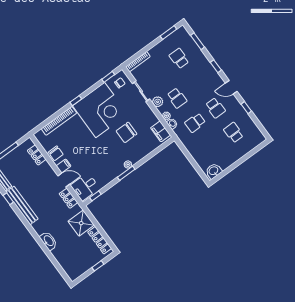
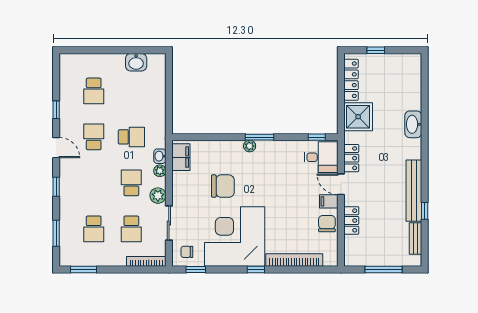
school desk: (159, 73) -> (131, 229), added
locker: (37, 155) -> (351, 220), moved
washbasin: (214, 171) -> (136, 62), moved

